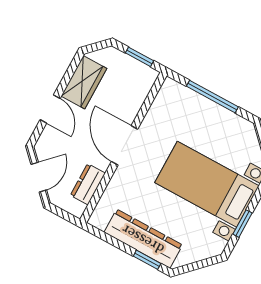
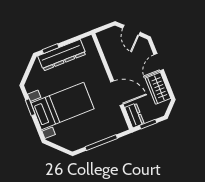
door: (50, 109) -> (159, 62), hinge flipped
door: (125, 145) -> (117, 93), moved
dresser: (88, 184) -> (134, 115), moved

